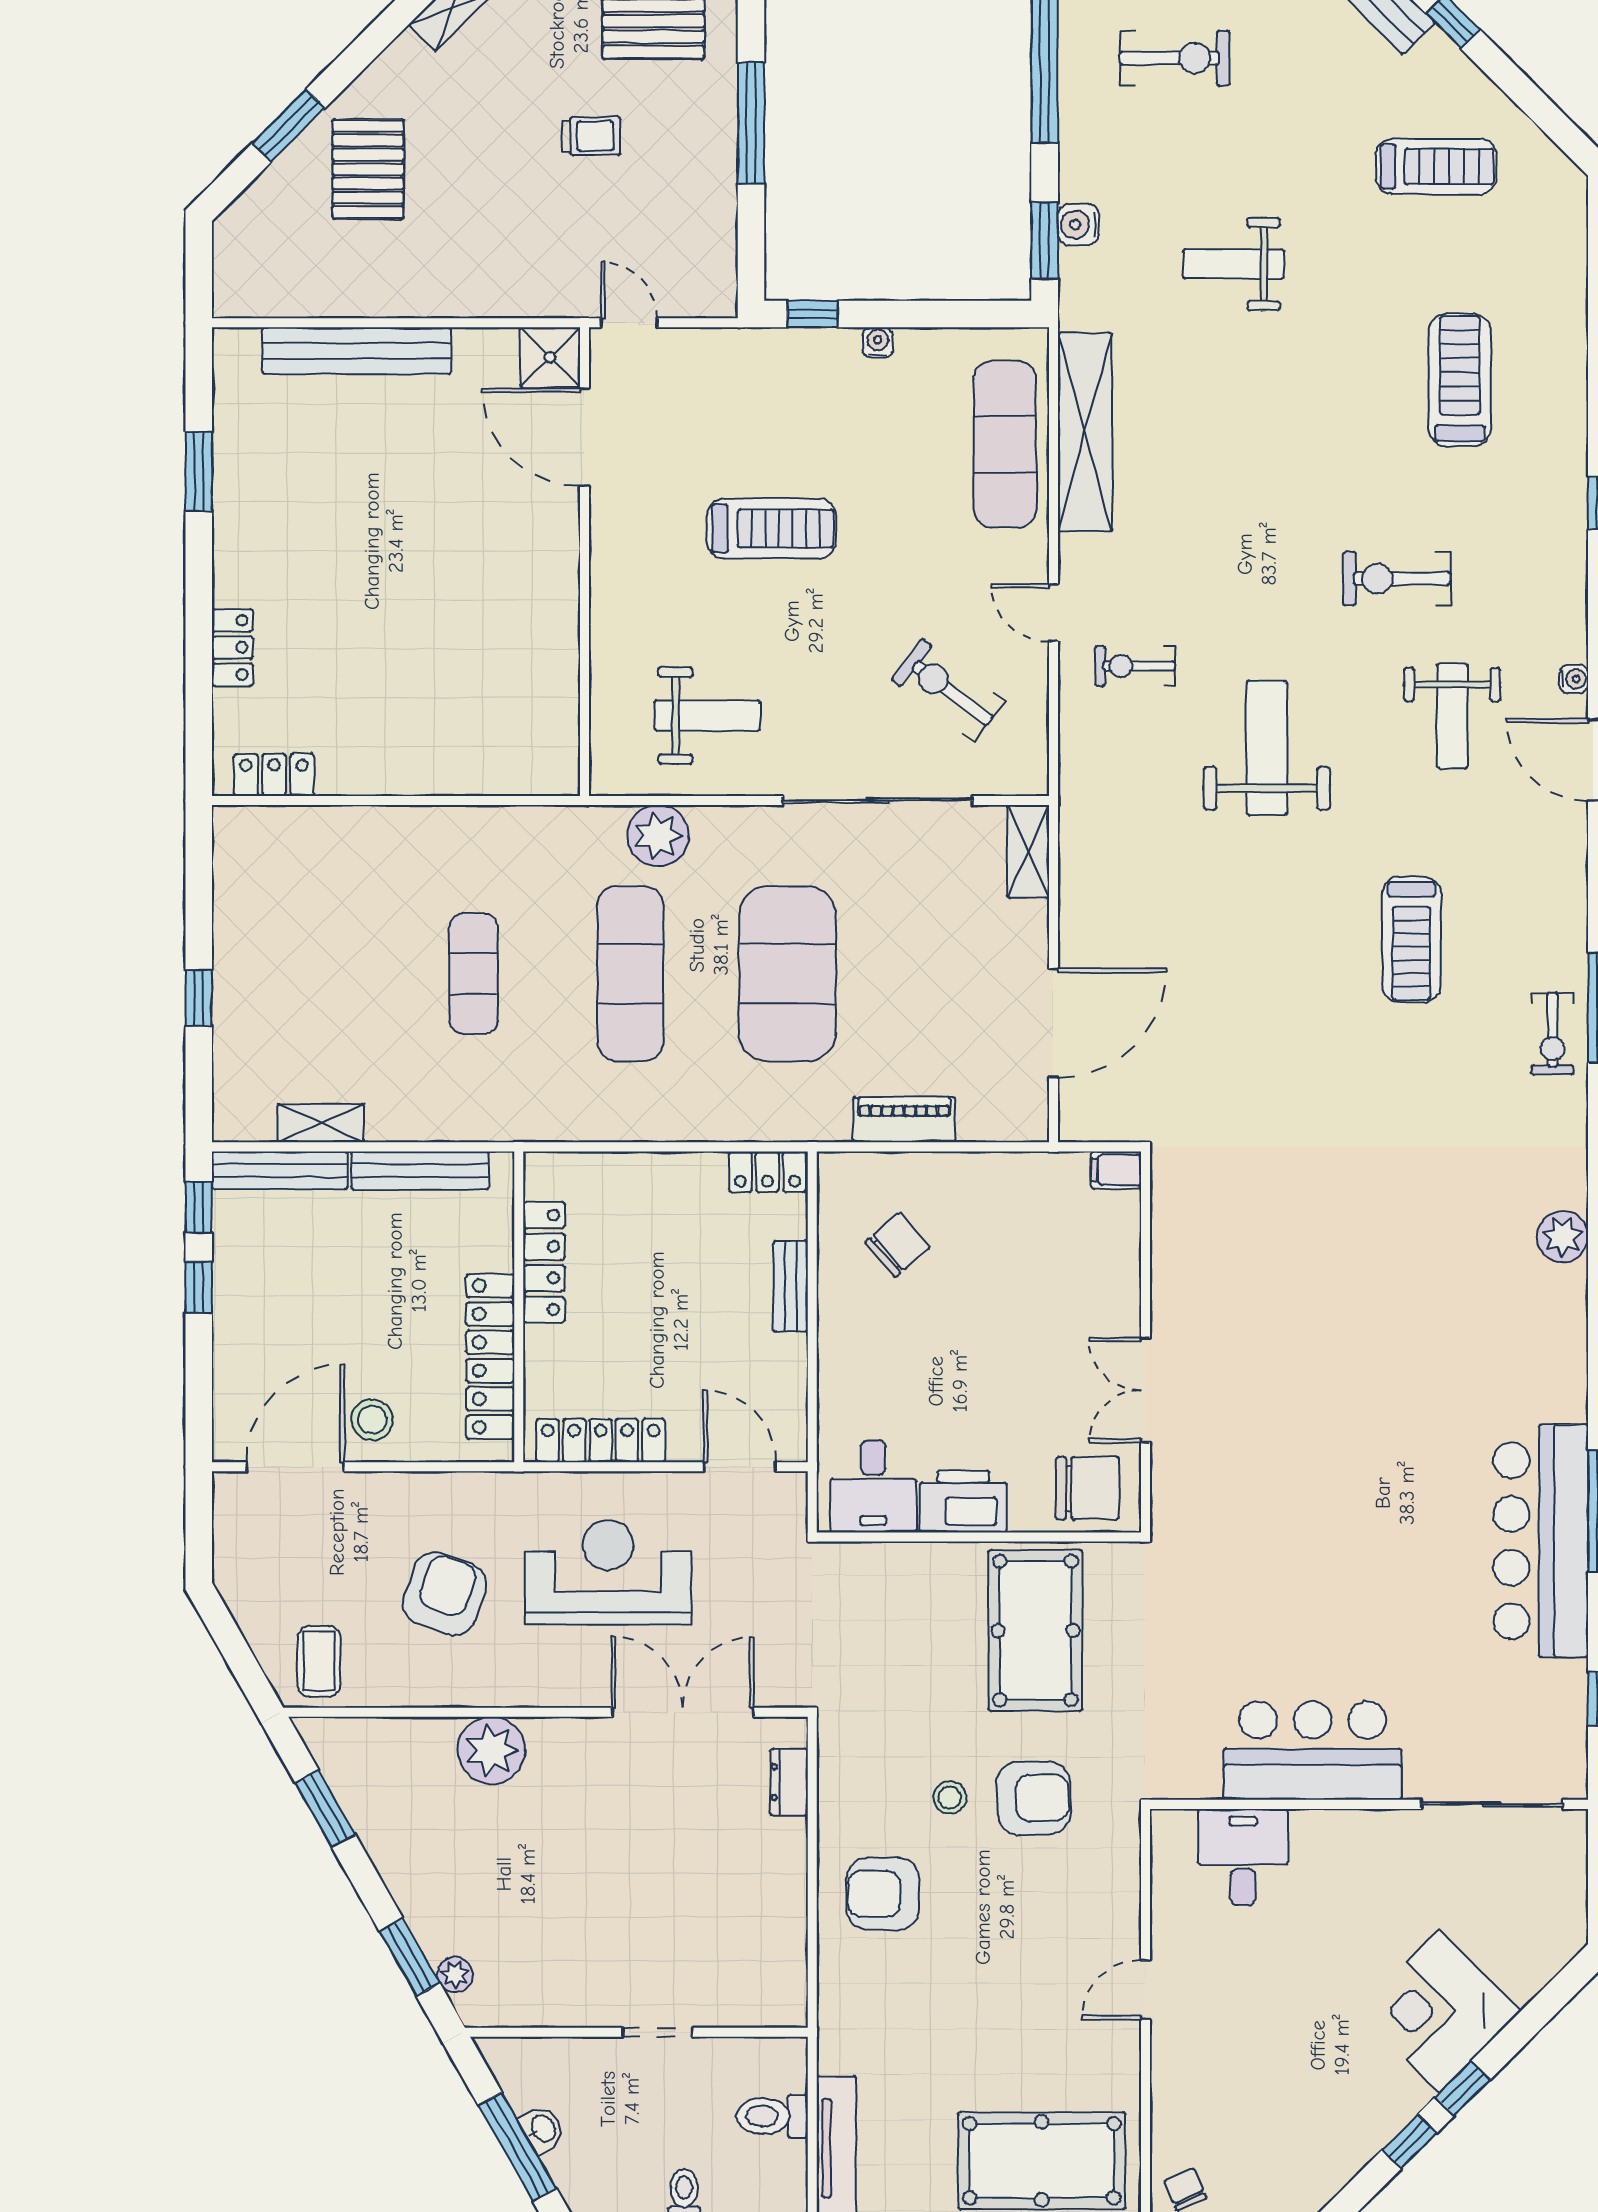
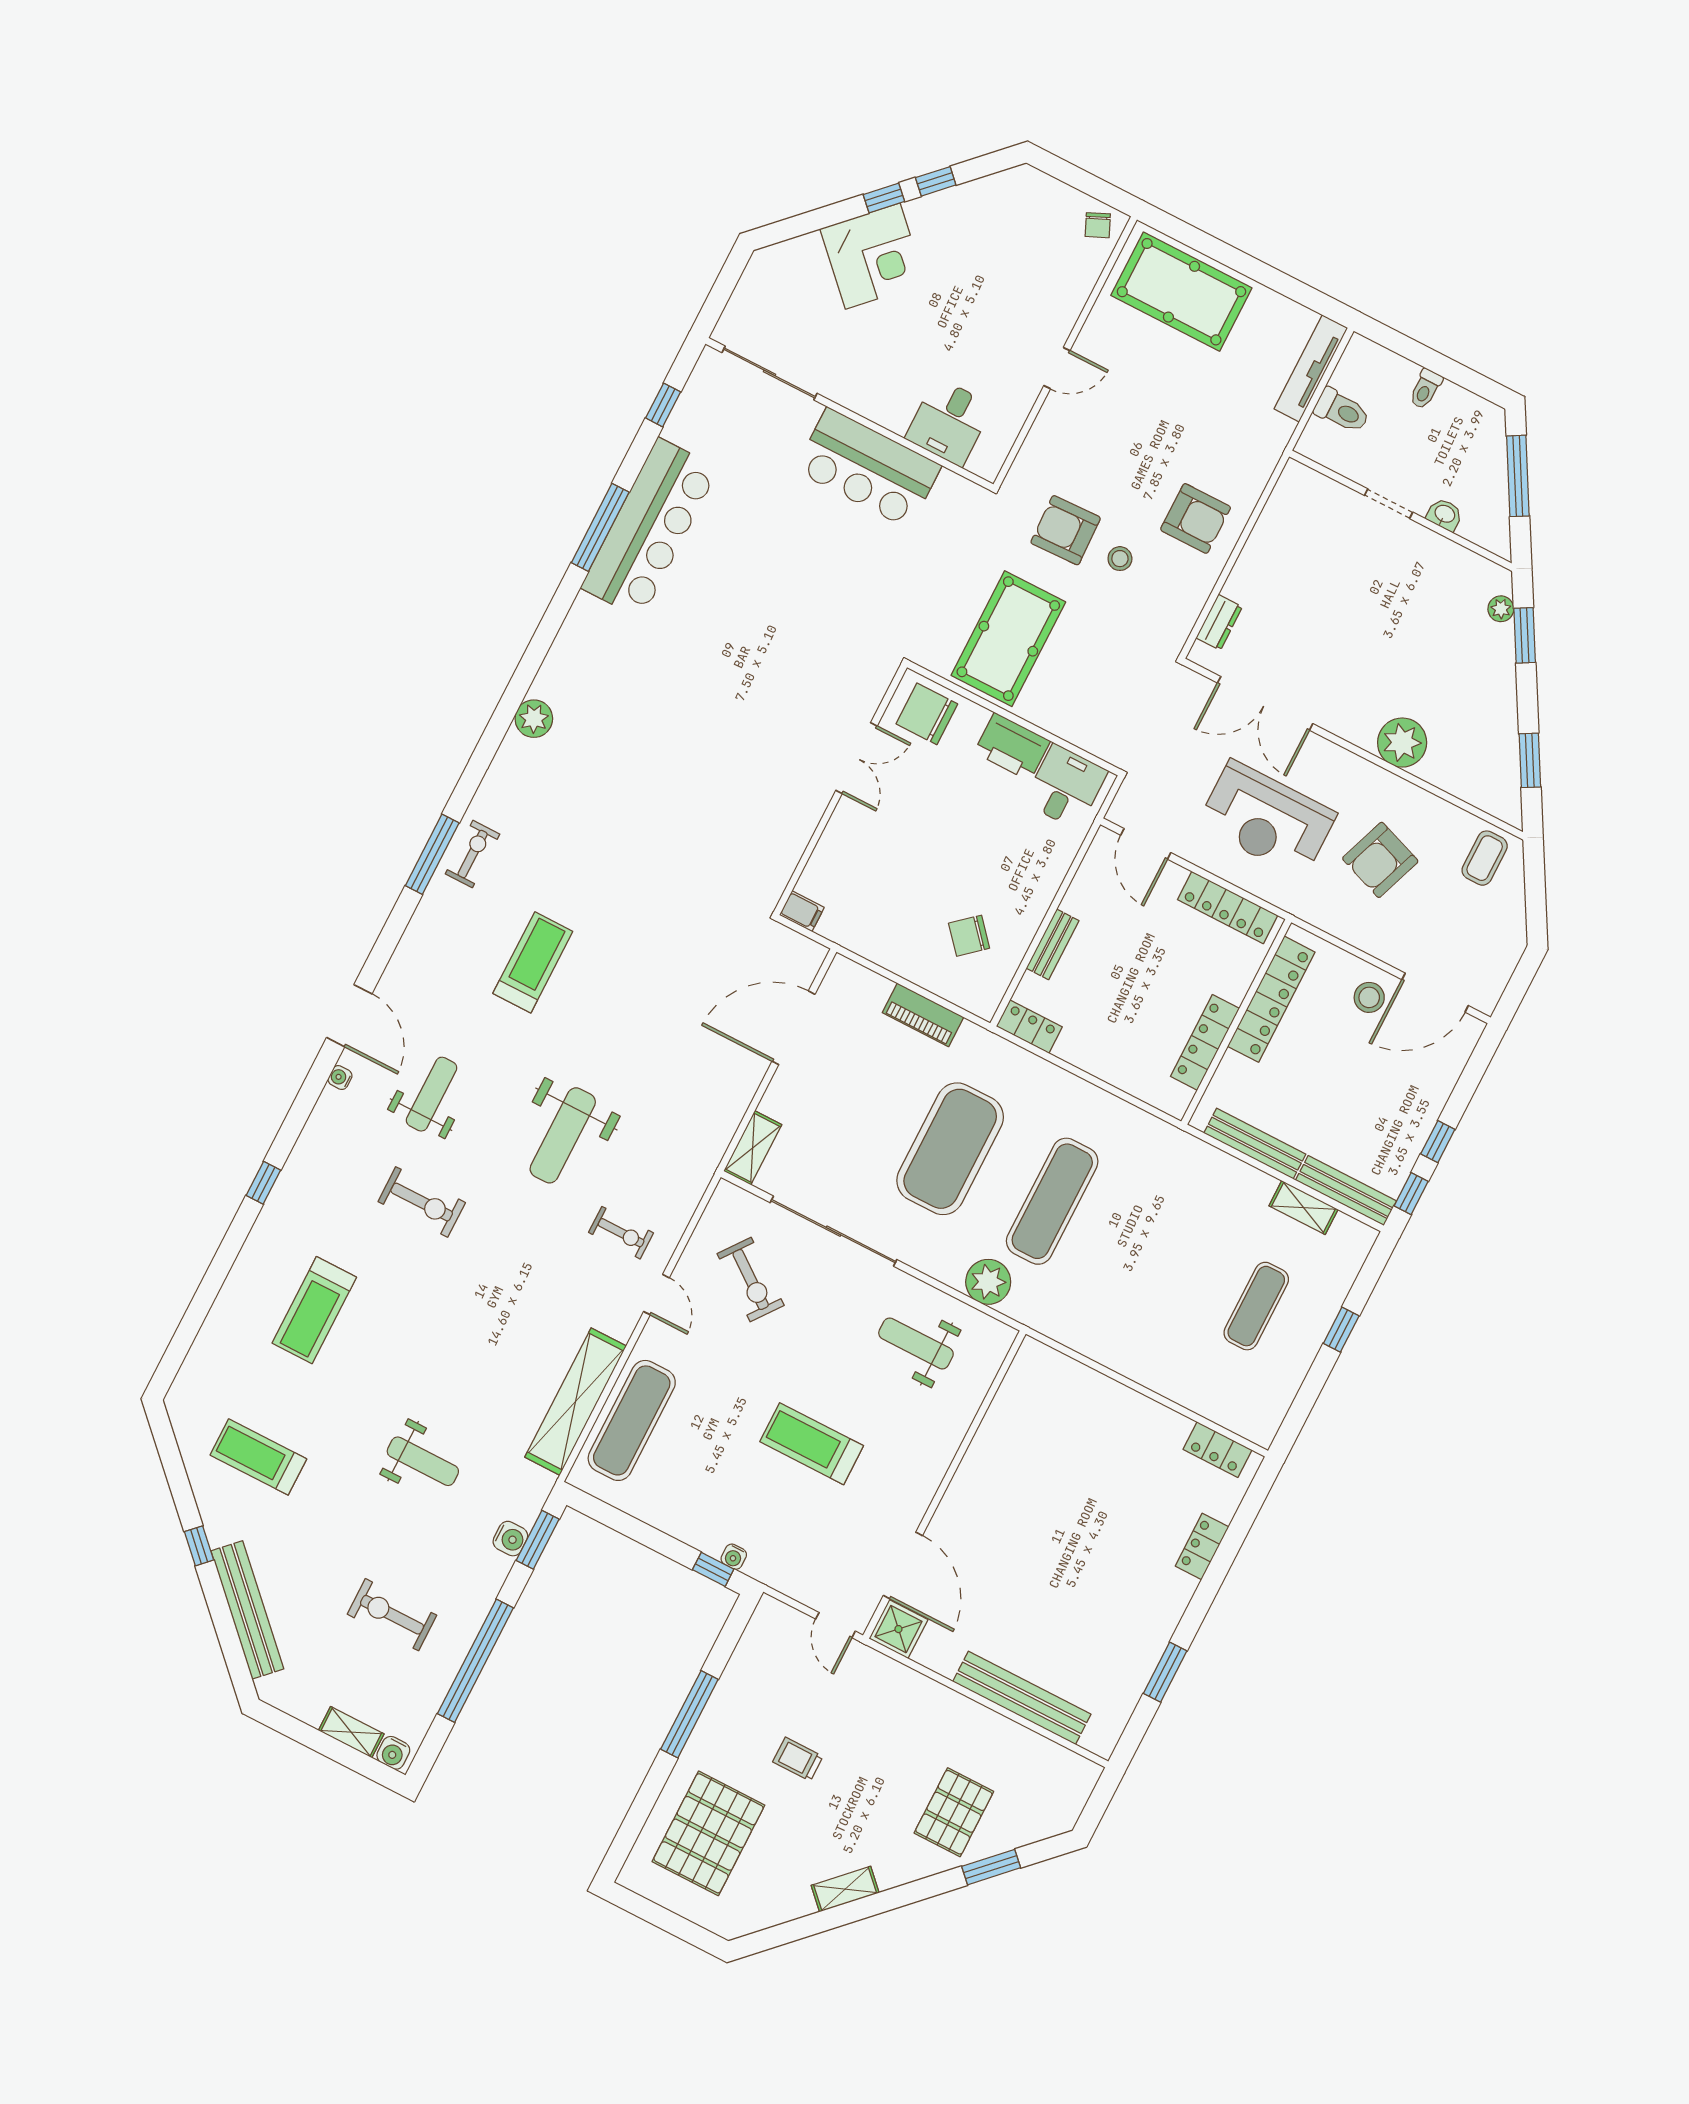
water cooler: (878, 342) -> (734, 1557), moved
exercise mat: (474, 974) -> (1256, 1306), moved
washbasin: (543, 2129) -> (1445, 514), moved, turned 120

